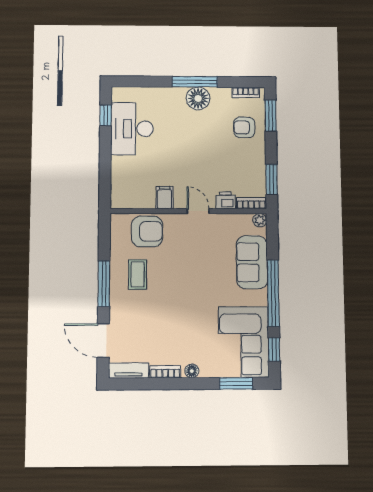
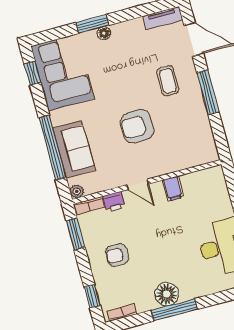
window: (271, 116) -> (92, 296), width x0.67
armchair: (244, 127) -> (117, 255), moved, turned 180
armchair: (147, 231) -> (137, 126), moved
coffee table: (138, 274) -> (168, 81), moved
window: (273, 293) -> (52, 148), moved
bookcase: (165, 372) -> (128, 26), removed
window: (236, 383) -> (92, 24), moved

